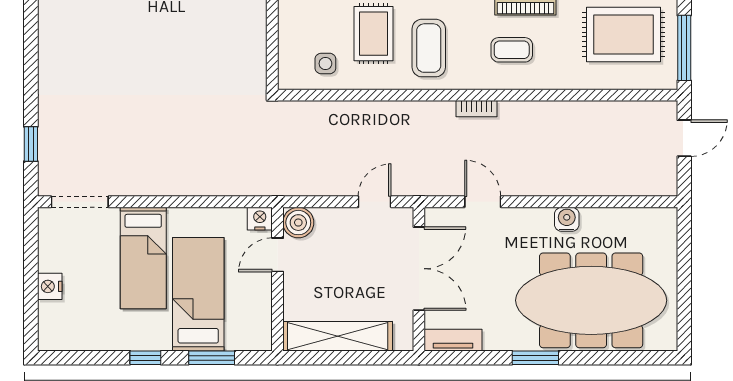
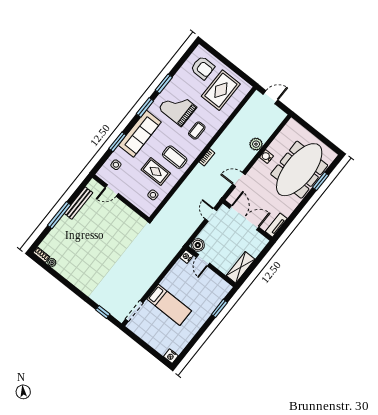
window: (684, 48) -> (241, 74), removed
door: (684, 138) -> (270, 97), hinge flipped
plant: (575, 181) -> (256, 144), added
nightstand: (50, 286) -> (171, 356), moved
bed: (198, 294) -> (195, 296), removed
shelving: (338, 336) -> (241, 267), width x0.68
window: (145, 358) -> (202, 330), removed
window: (535, 358) -> (321, 181), moved

